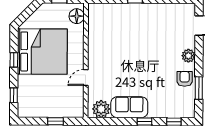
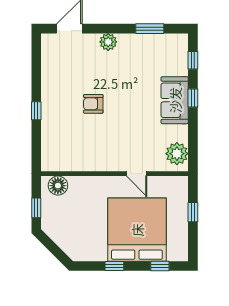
bed: (42, 52) -> (137, 230), moved
armchair: (185, 79) -> (93, 104), moved
sofa: (129, 107) -> (175, 100), moved

